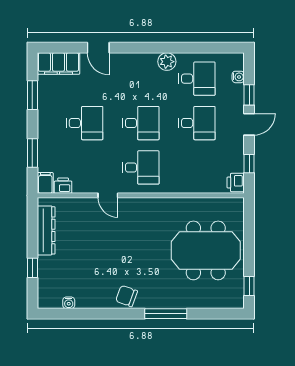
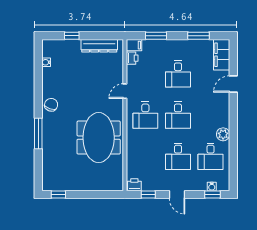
window: (249, 95) -> (212, 195), moved
meeting table: (206, 250) -> (99, 138), moved

